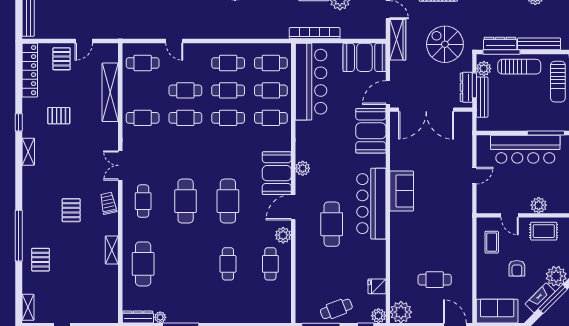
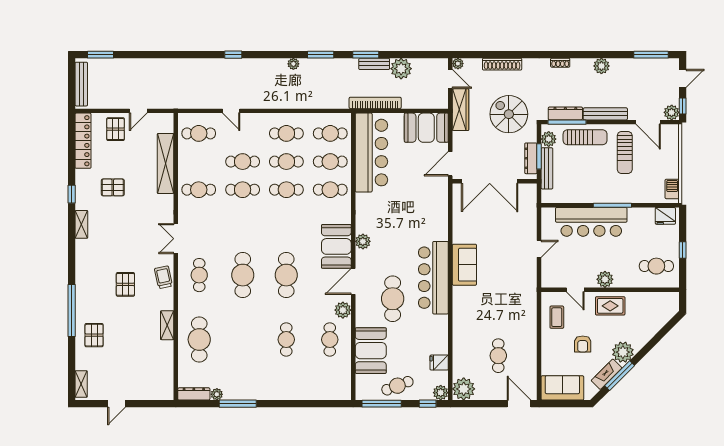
booth: (371, 131) -> (371, 351), moved
cafe table: (435, 280) -> (498, 356), turned 90

